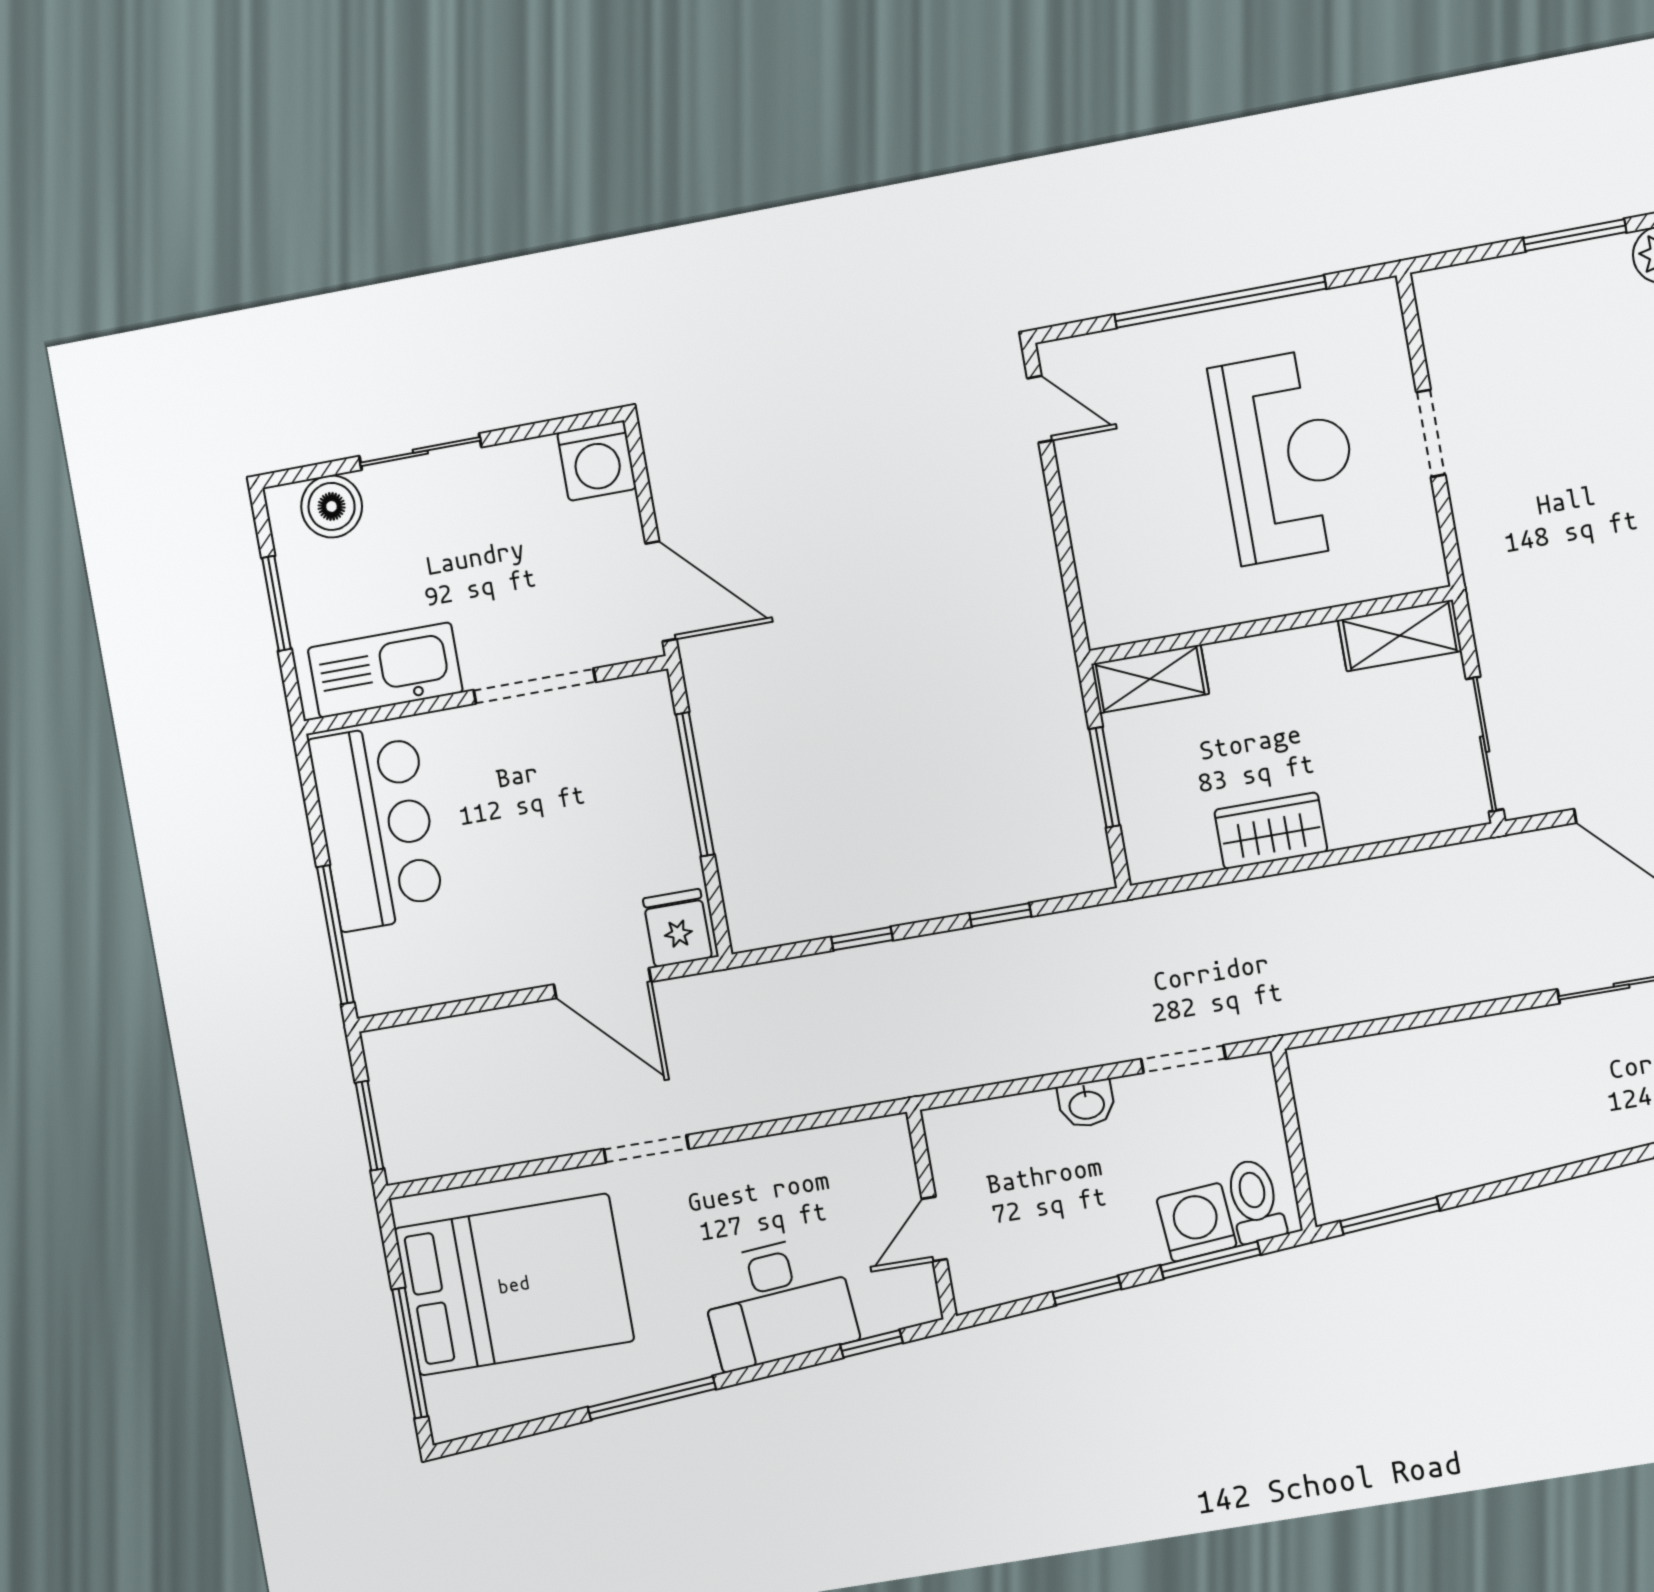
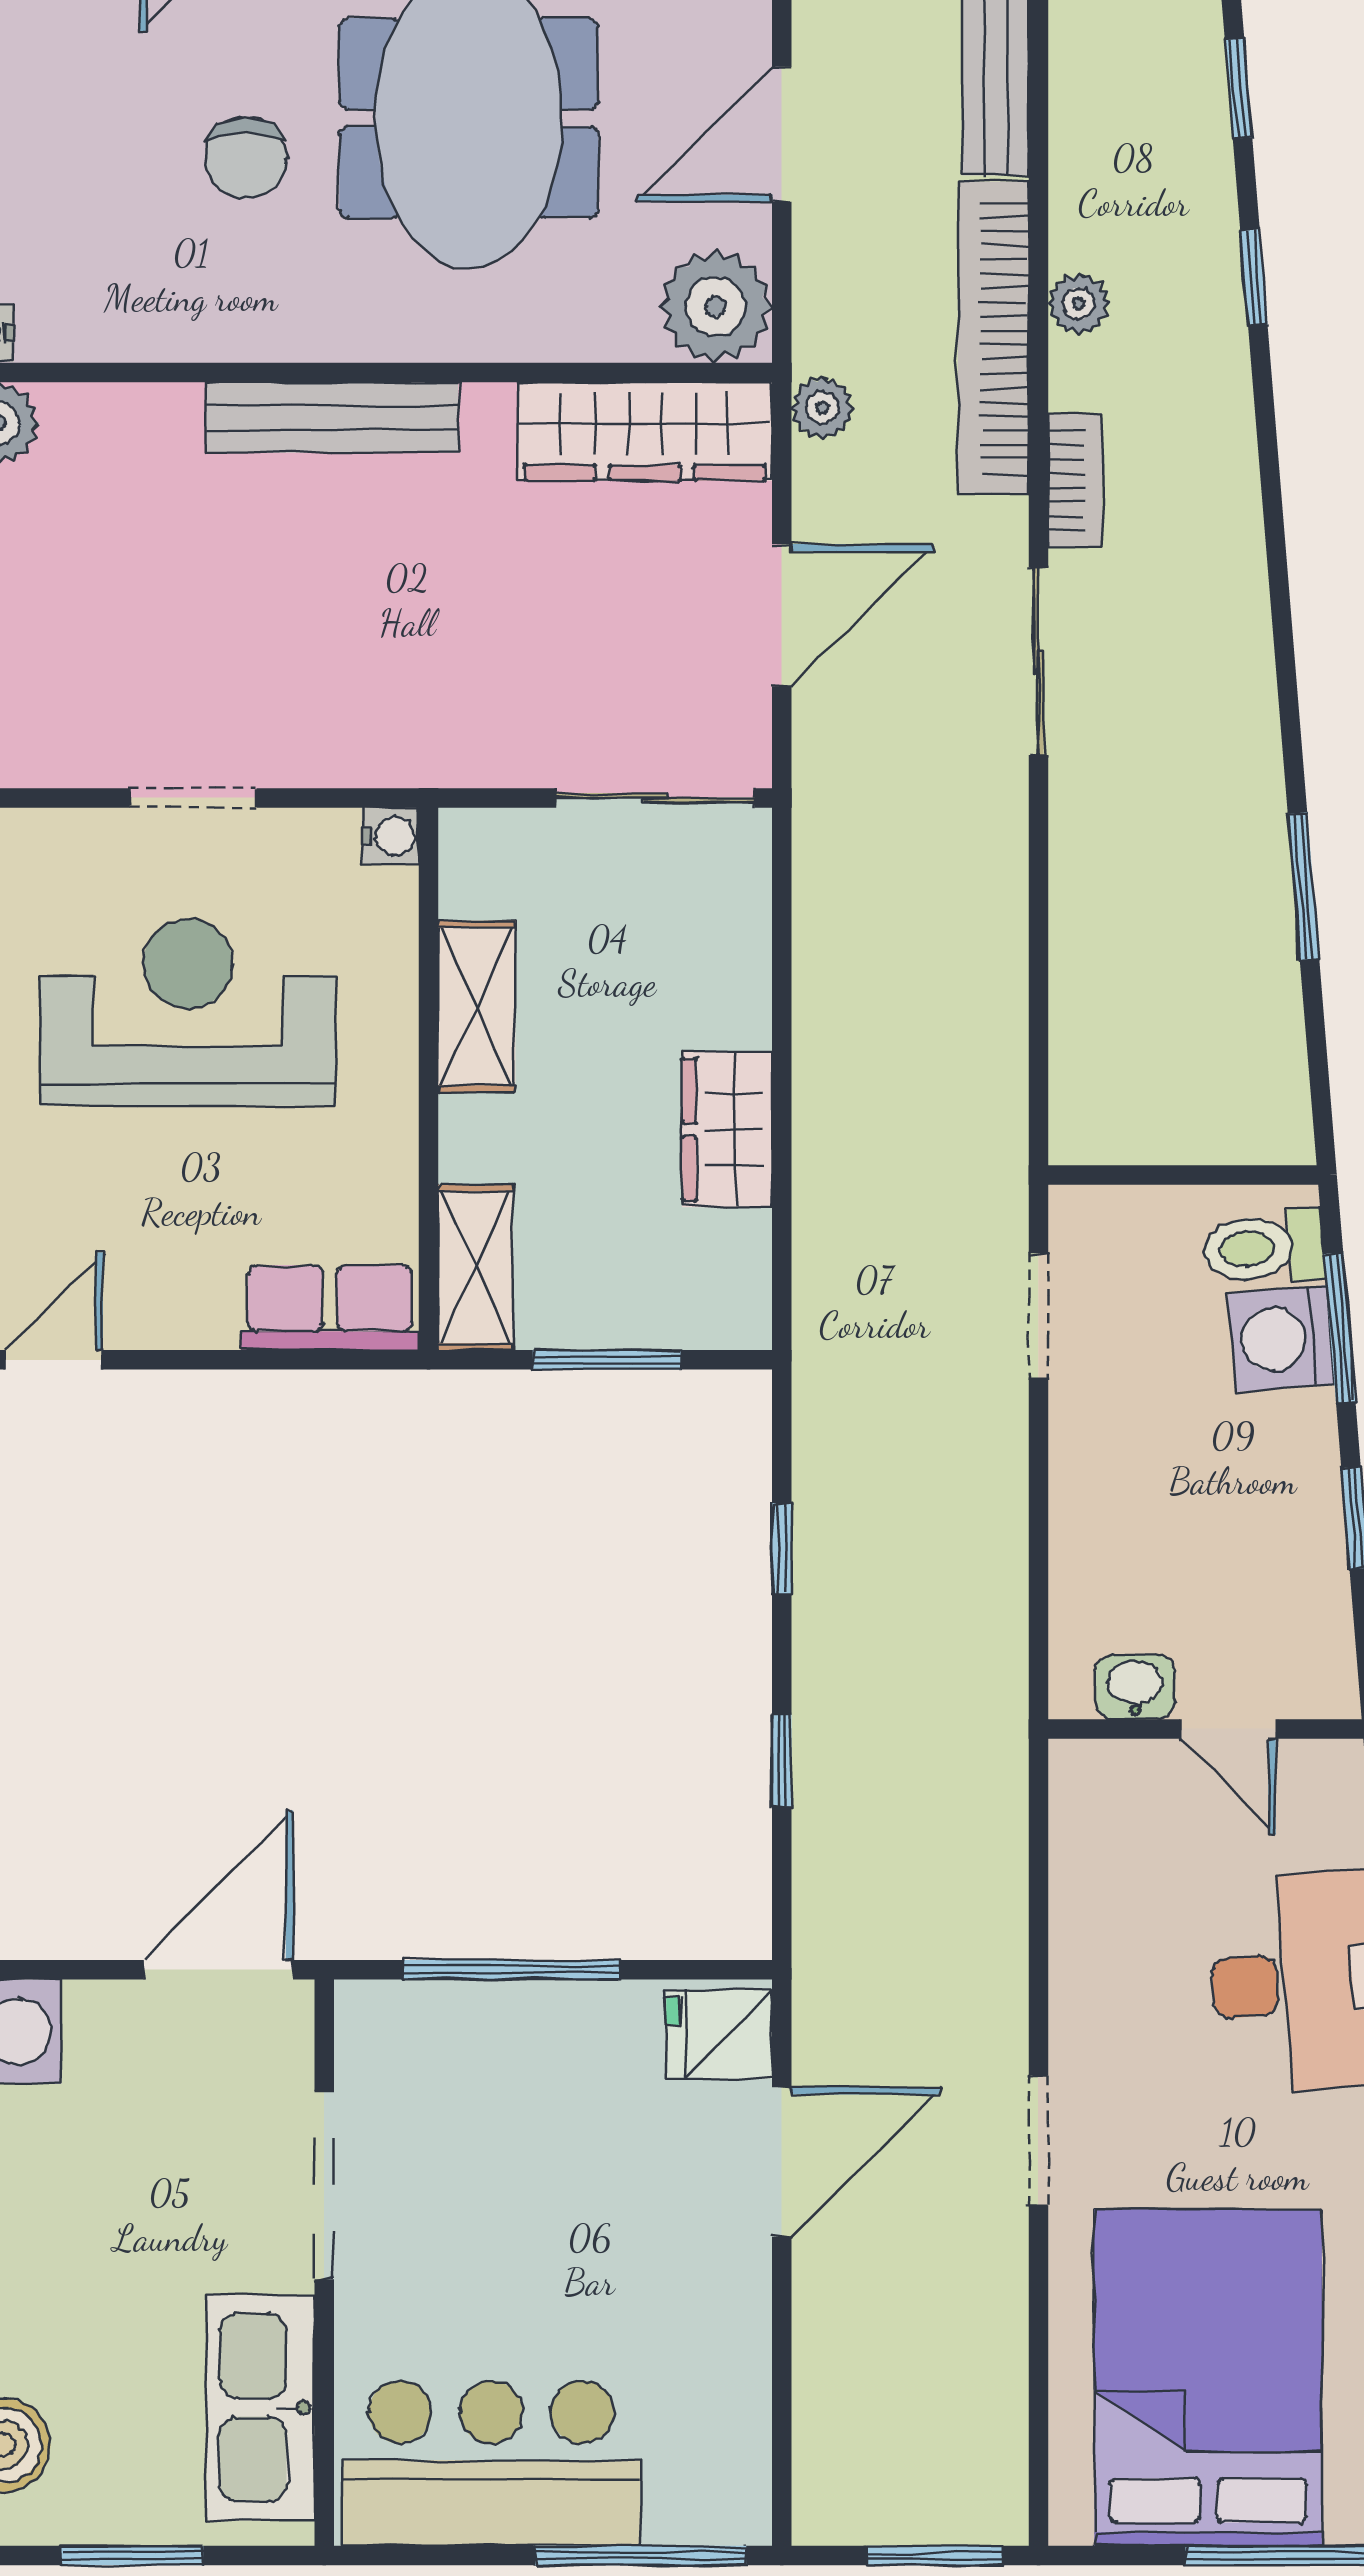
water cooler: (1428, 571) -> (390, 836), added
row of seats: (1107, 587) -> (330, 1308), added
shelving: (1400, 635) -> (477, 1007), moved
washbasin: (1086, 1104) -> (1135, 1687), moved, turned -90
window: (1390, 1216) -> (1304, 886), moved

